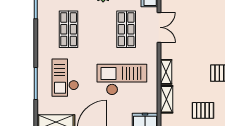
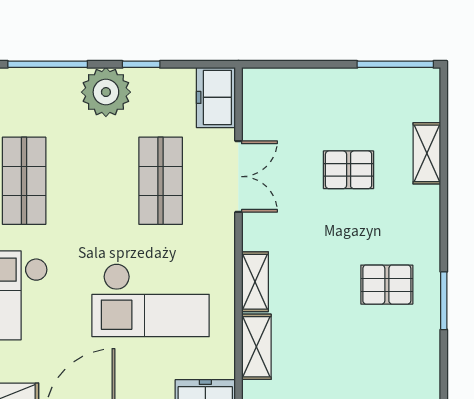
checkout: (122, 80) -> (151, 300), turned 180
pallet: (203, 110) -> (349, 170), moved

